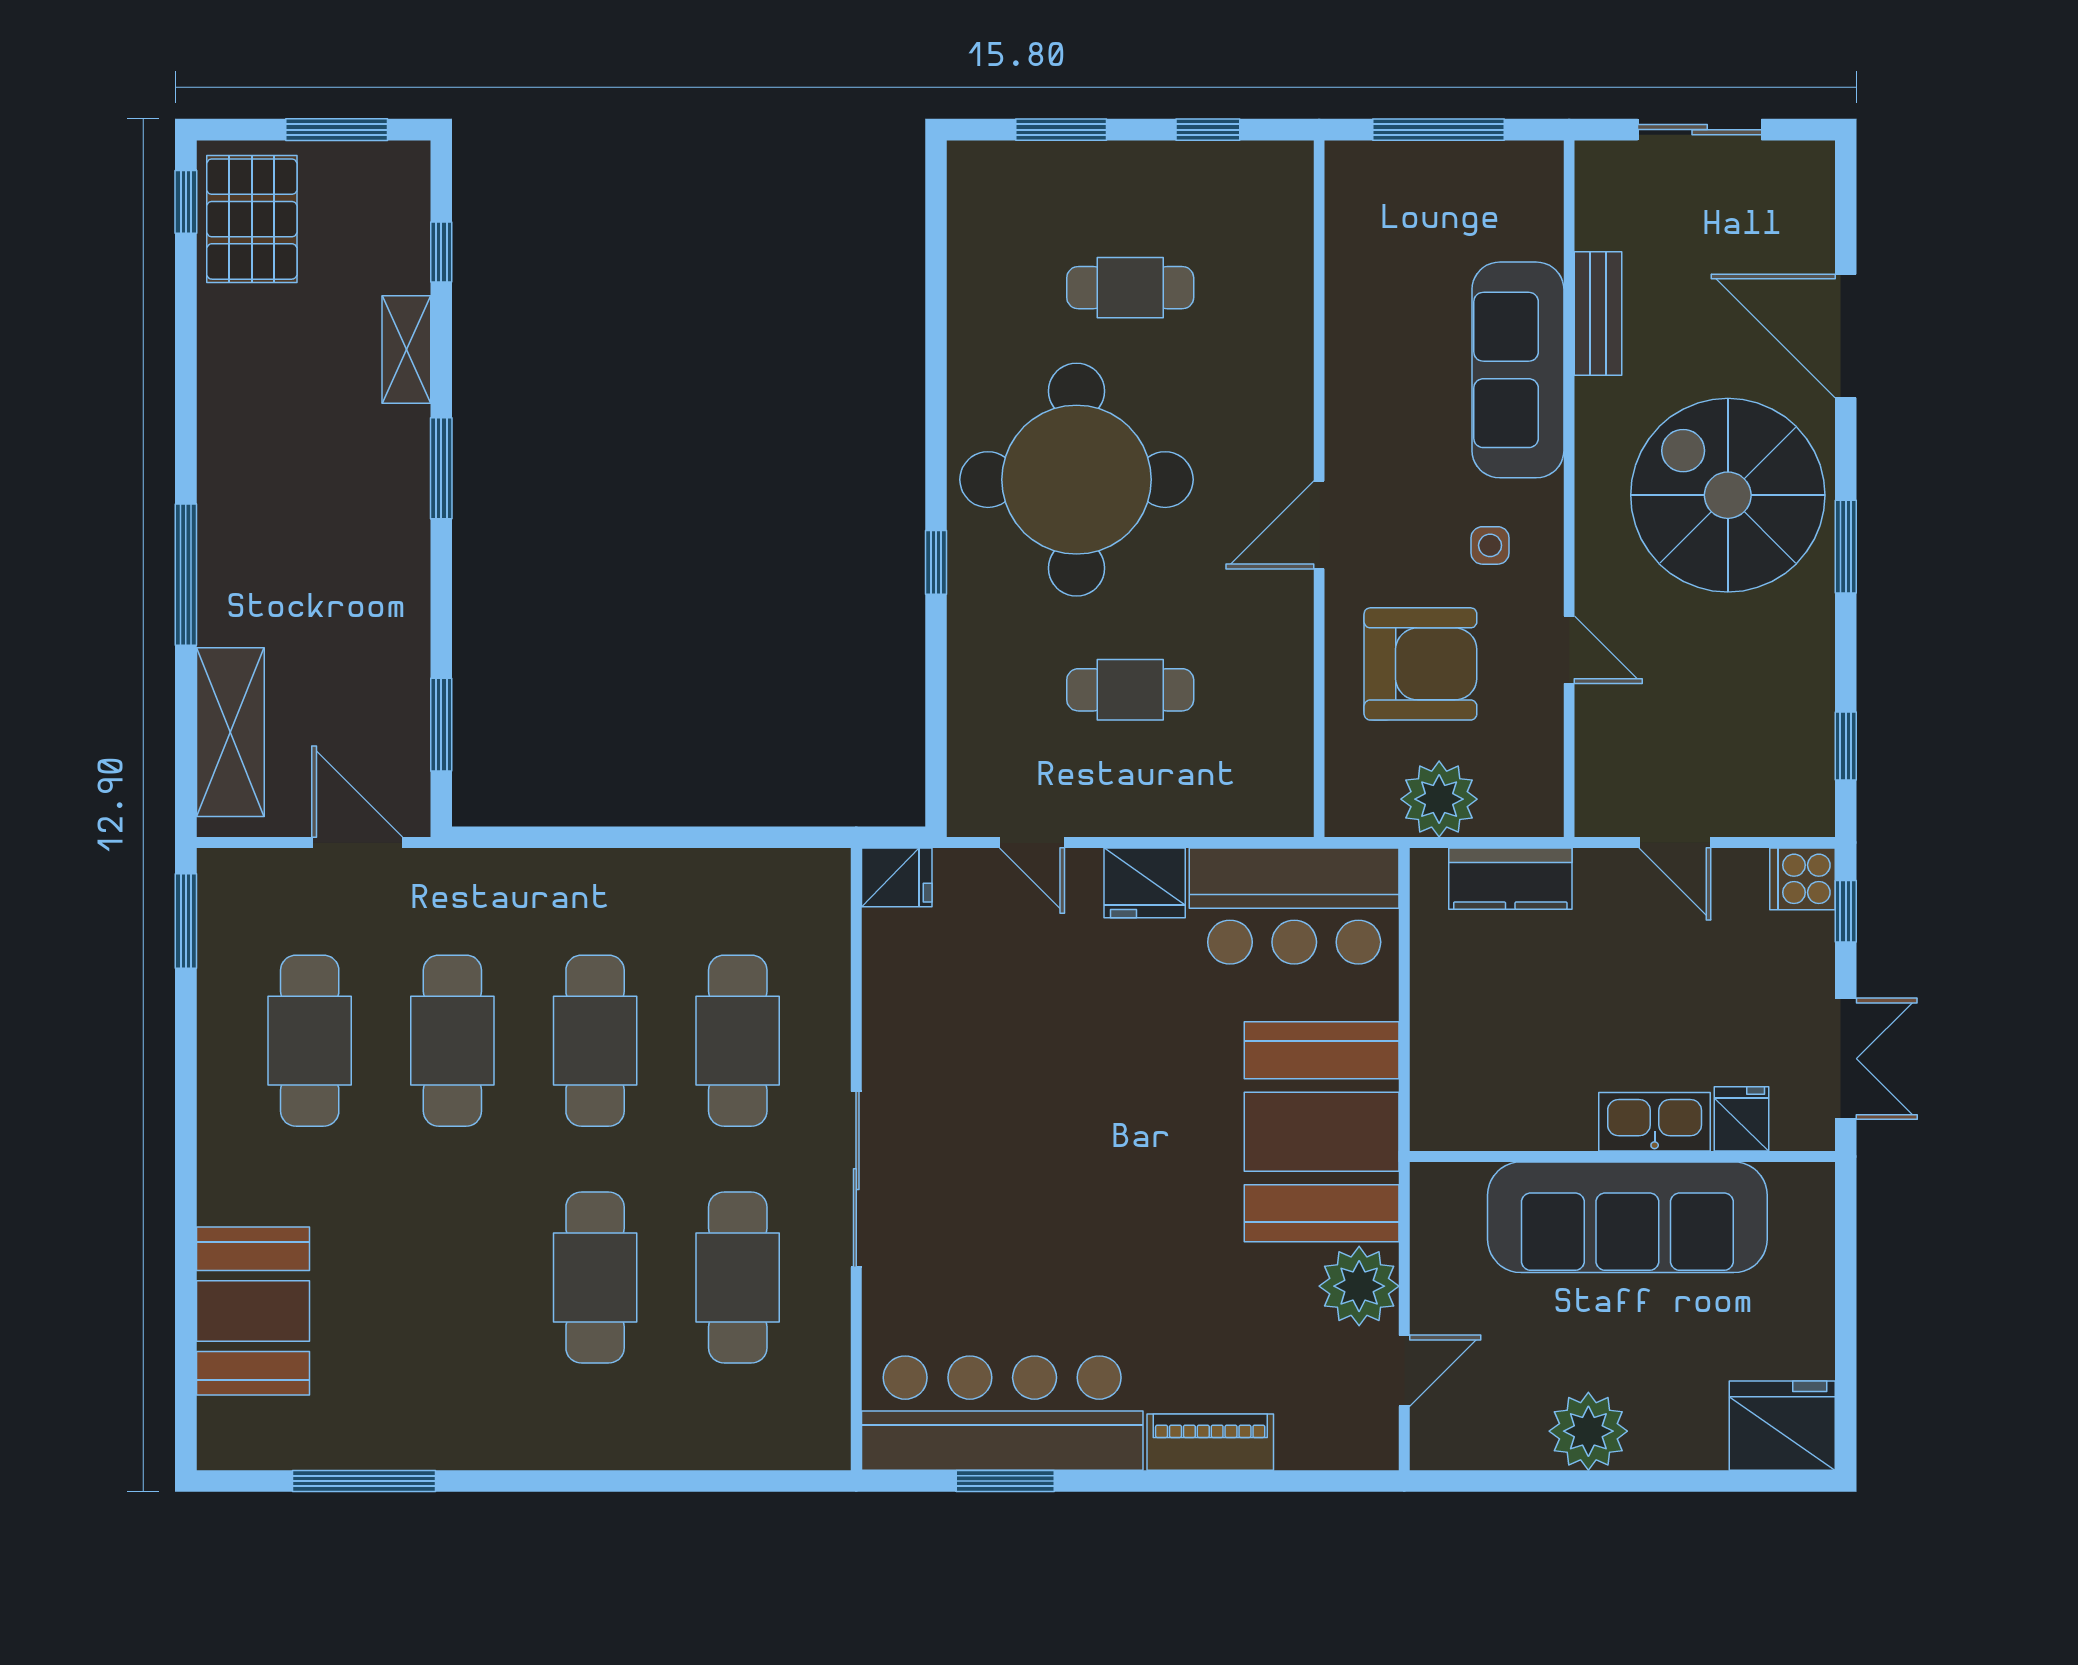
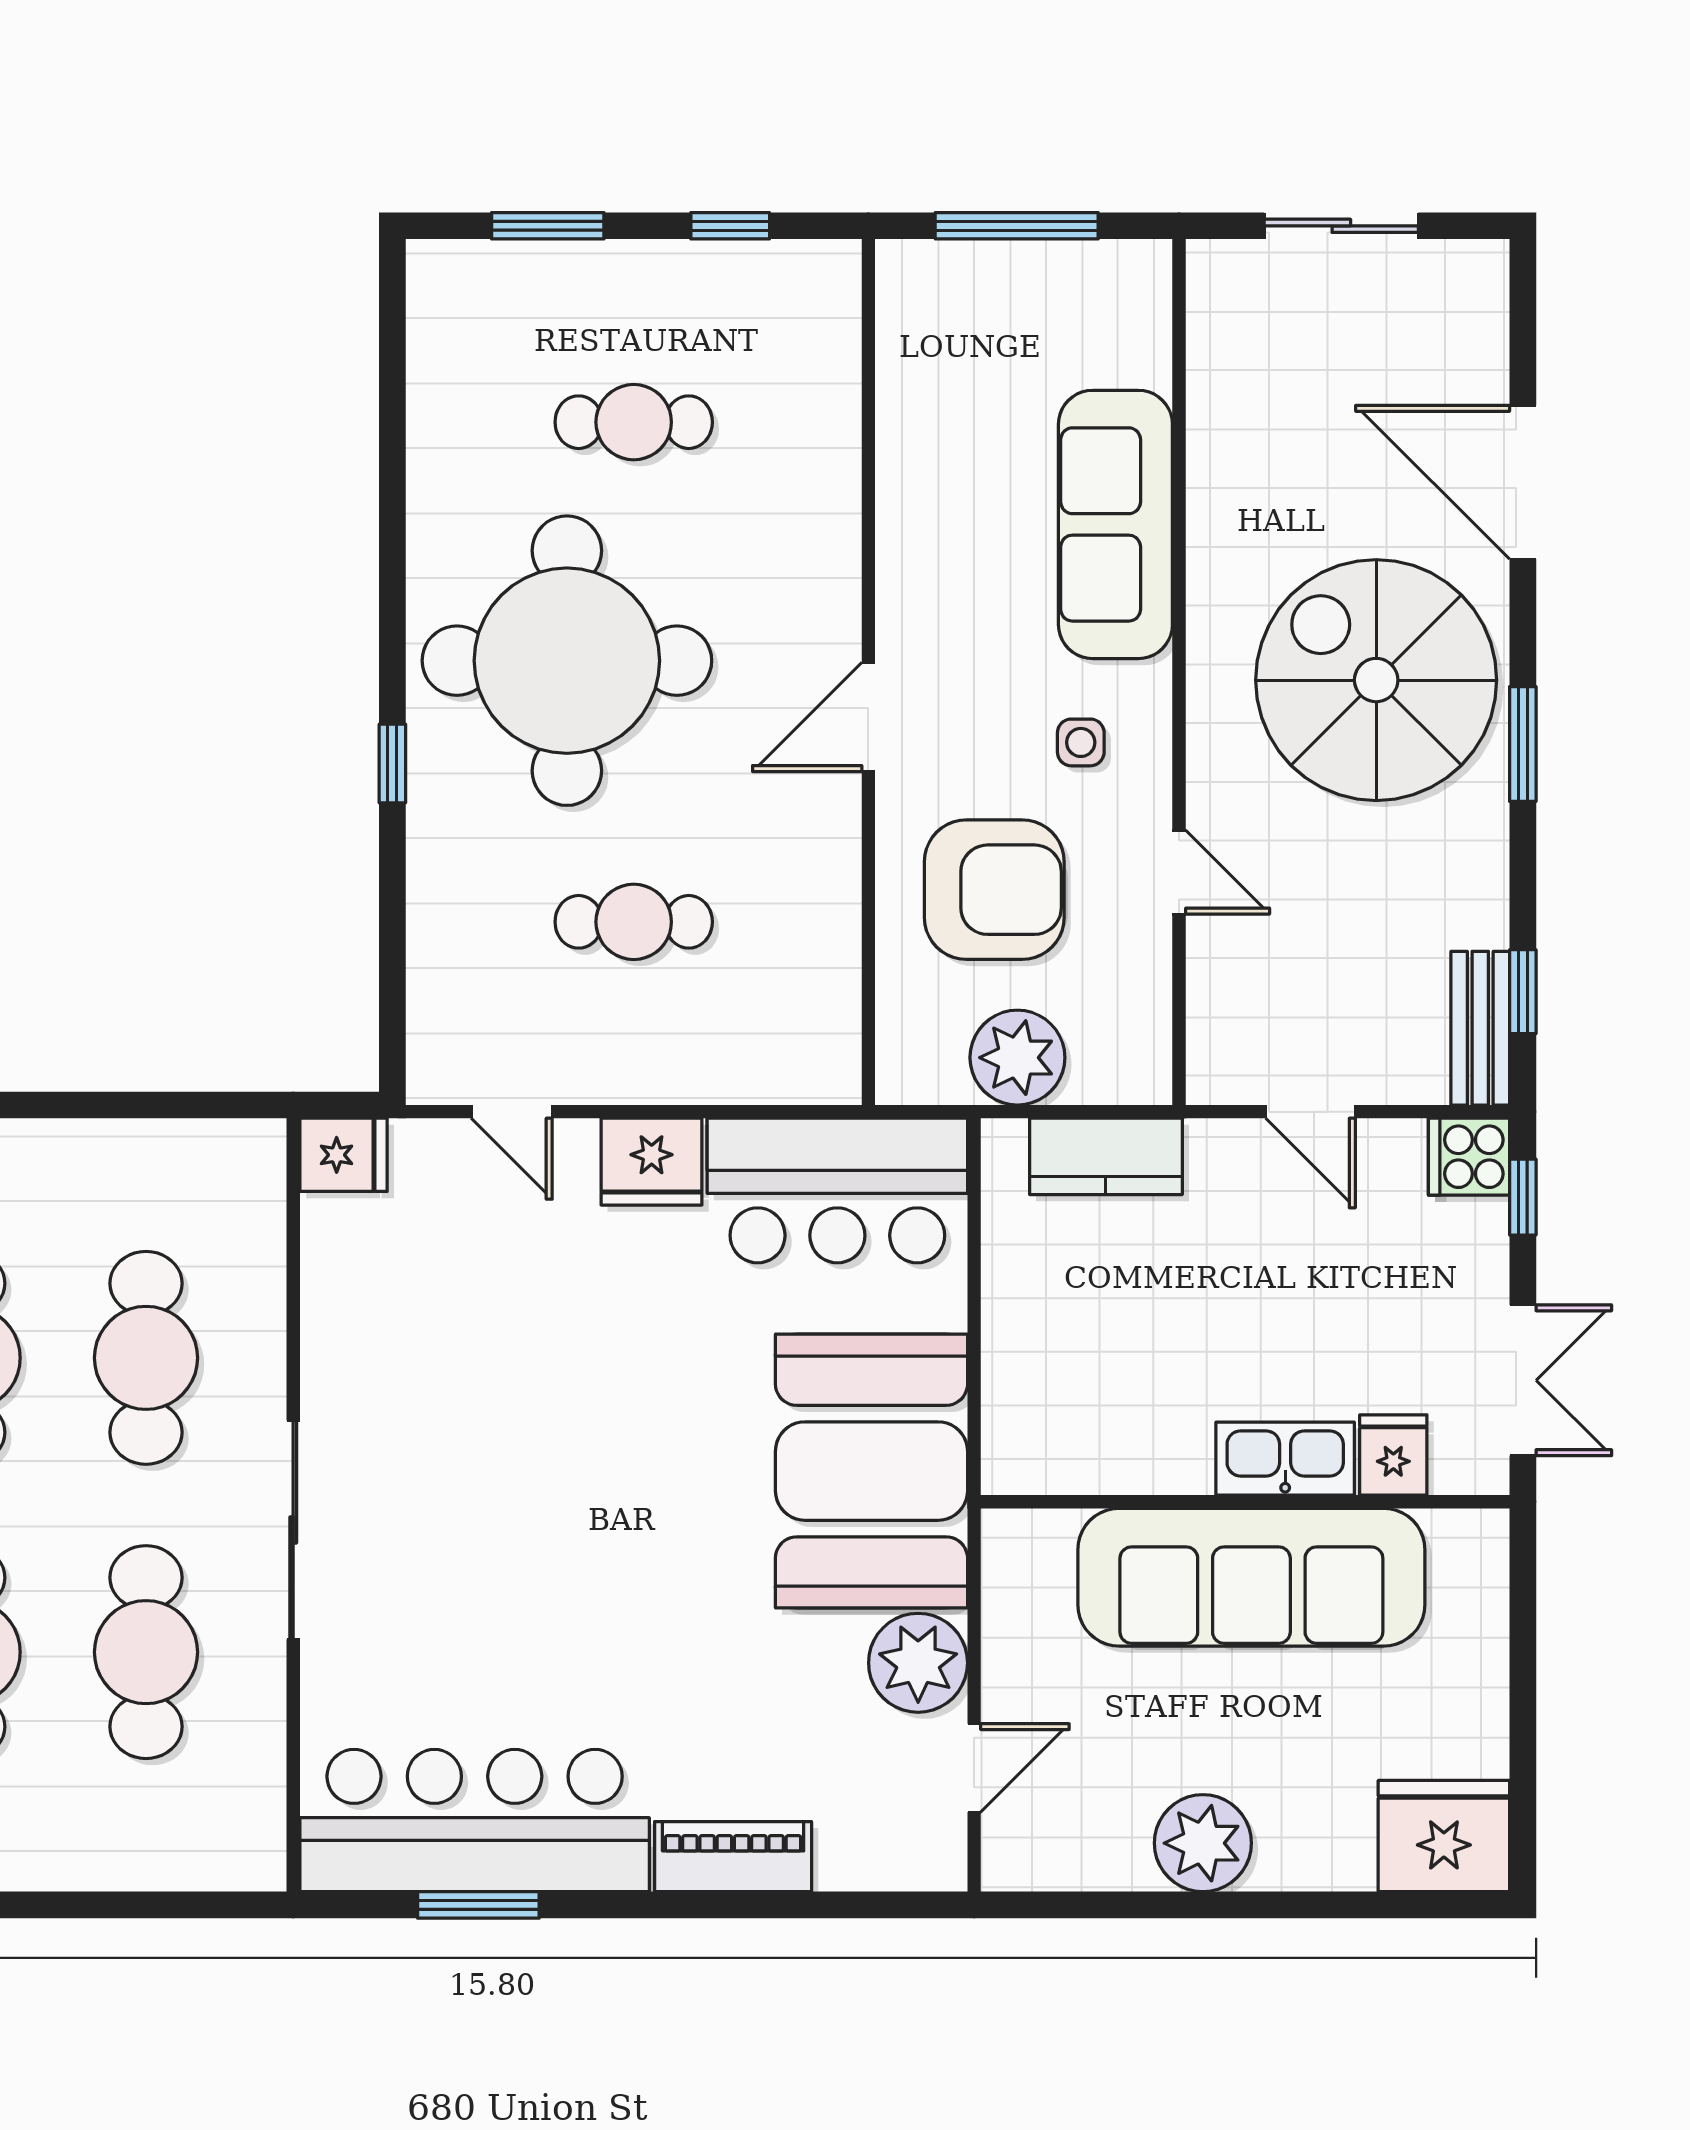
bench: (1598, 314) -> (1480, 1028), moved

